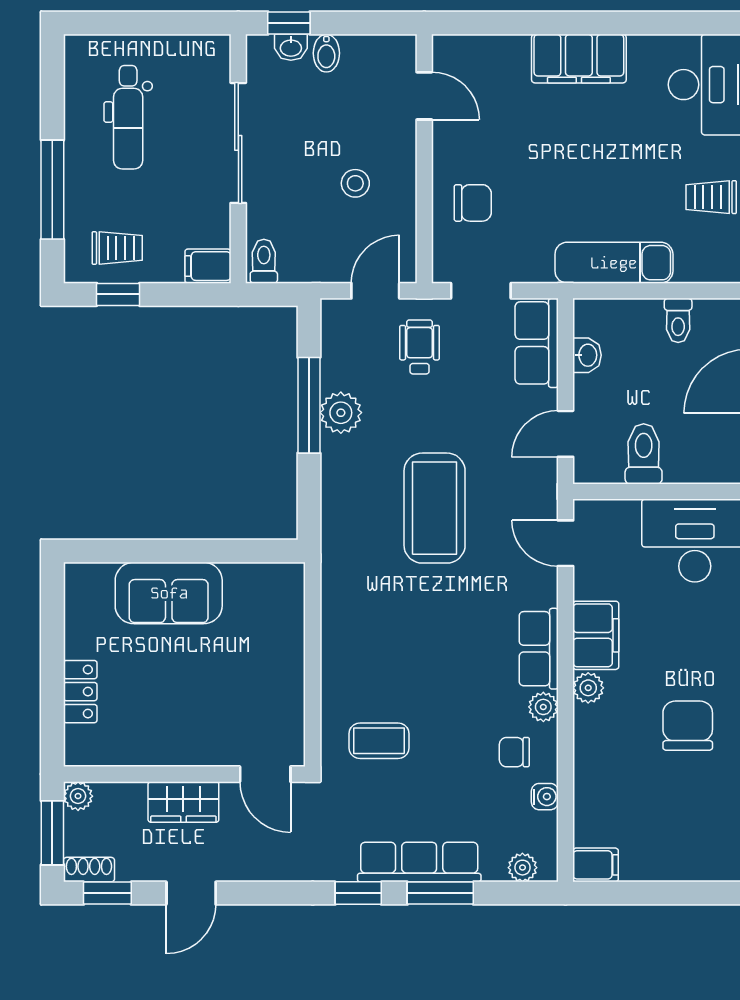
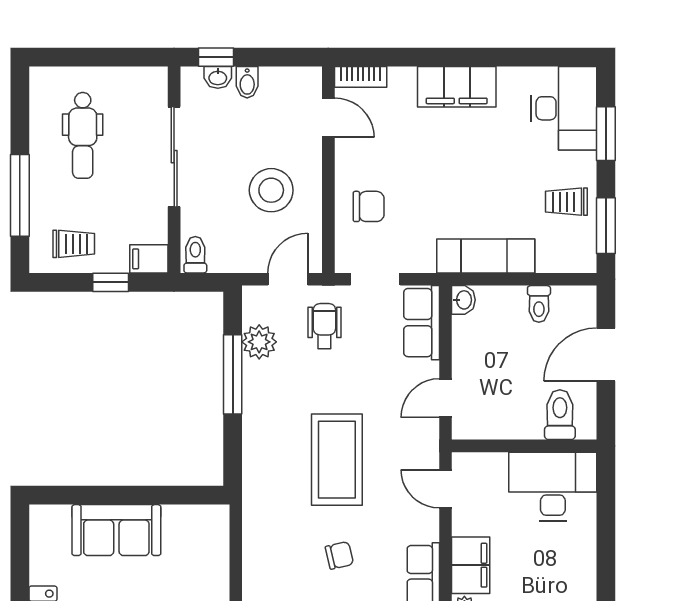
bookcase: (463, 47) -> (361, 77), added
stool: (355, 183) -> (271, 190), width x1.89, depth x1.89
window: (118, 294) -> (111, 282), moved
washbasin: (587, 355) -> (463, 300), moved
plant: (341, 413) -> (259, 342), moved
toilet: (644, 454) -> (560, 415), moved
chair: (438, 623) -> (339, 555), added

